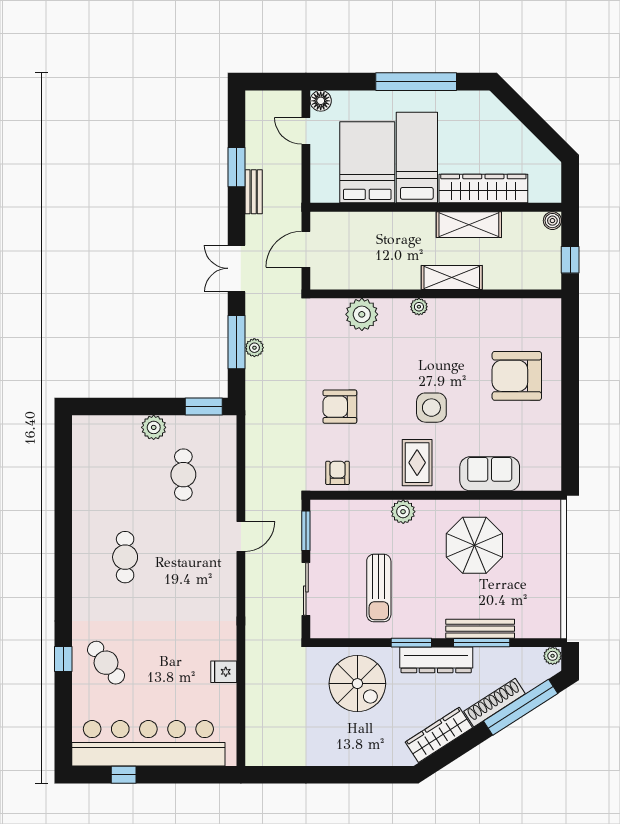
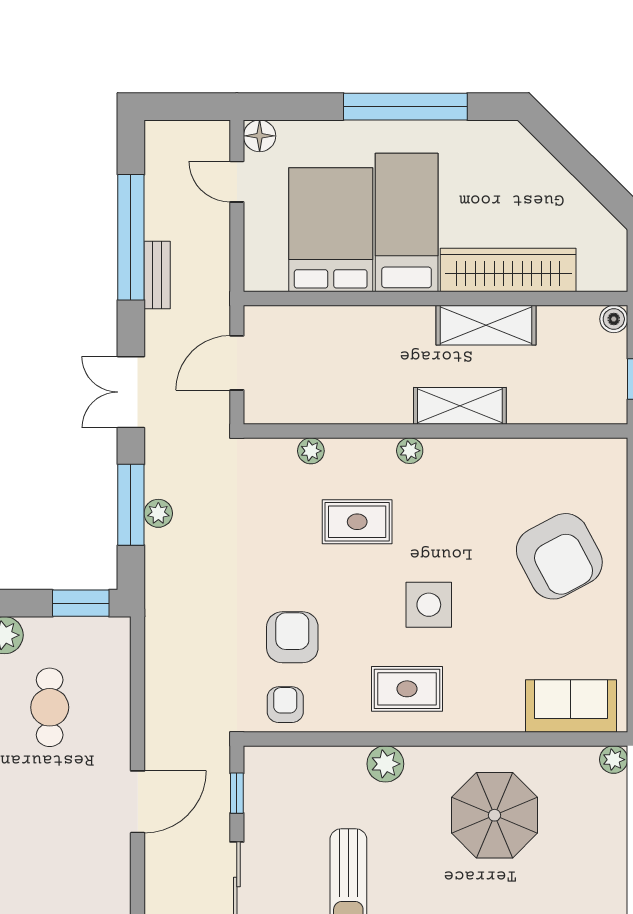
window: (237, 167) -> (131, 237), width x2.11
plant: (362, 314) -> (311, 451), width x0.53, depth x0.53
rug: (385, 353) -> (357, 522), added
armchair: (517, 376) -> (559, 556), turned -118
armchair: (340, 407) -> (292, 637), moved, turned 90
rug: (417, 463) -> (407, 689), turned 90
sofa: (490, 474) -> (571, 706), moved
plant: (552, 509) -> (614, 760), added
window: (306, 531) -> (237, 793), width x0.67
door: (241, 536) -> (138, 802), width x1.38

